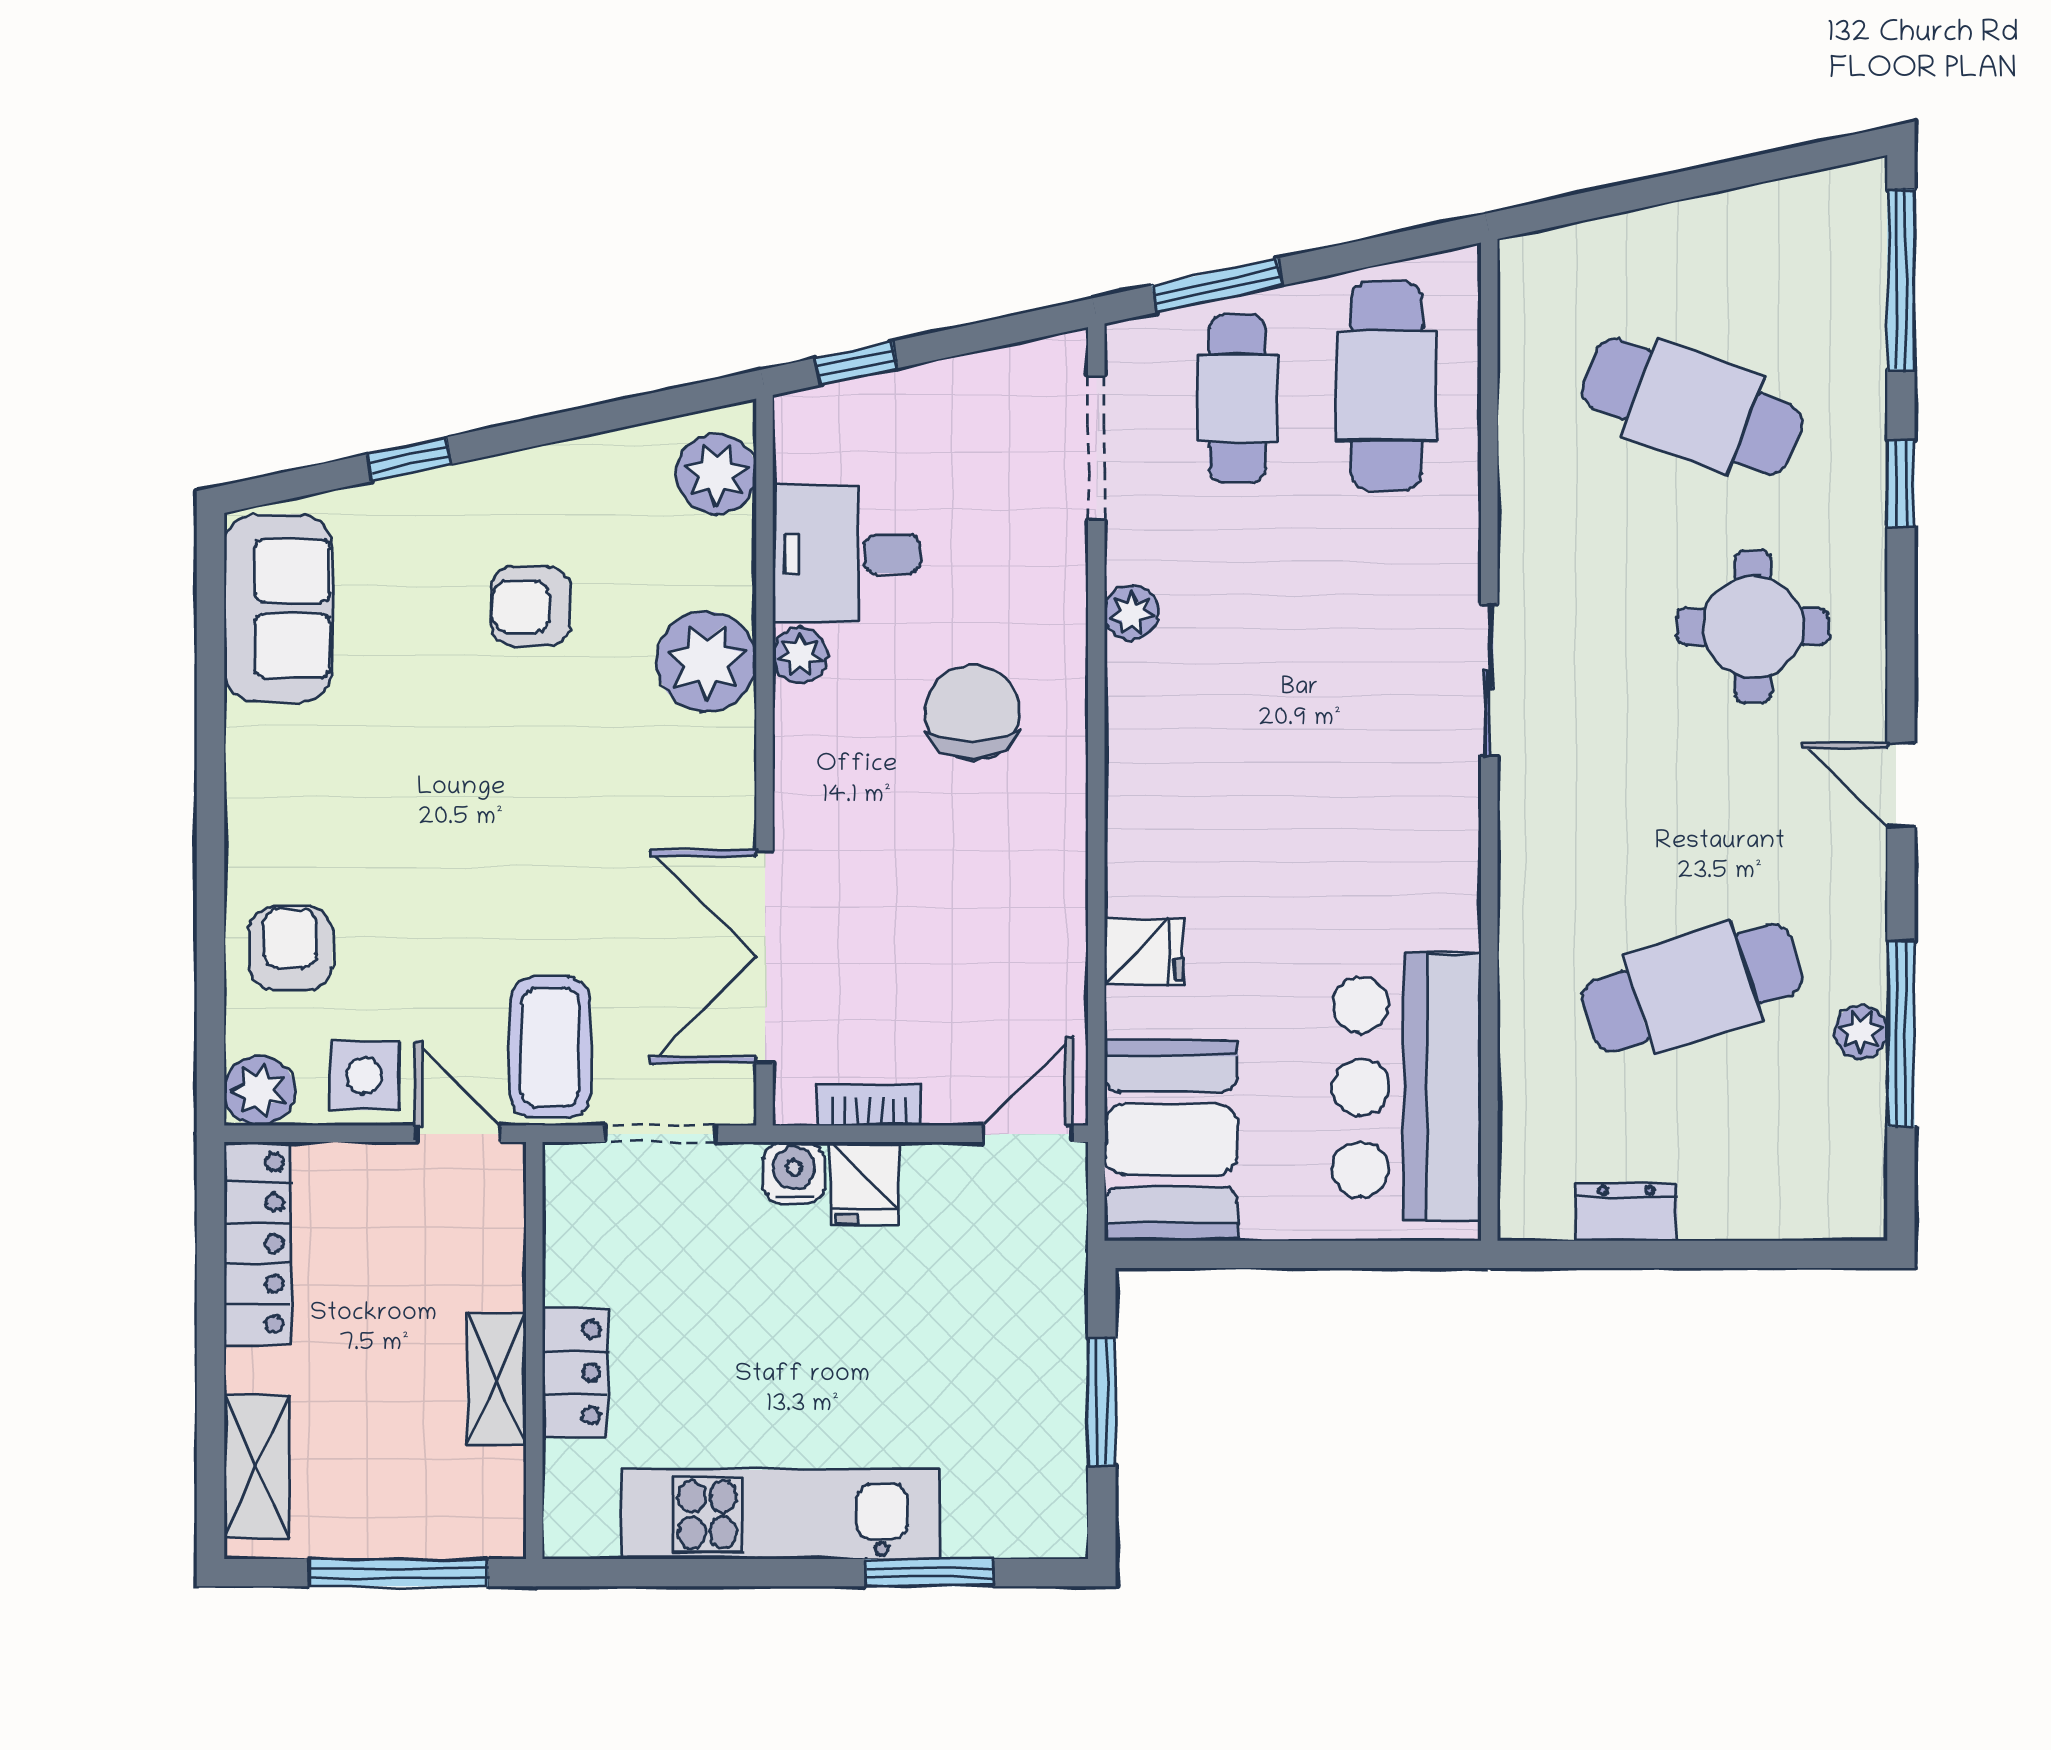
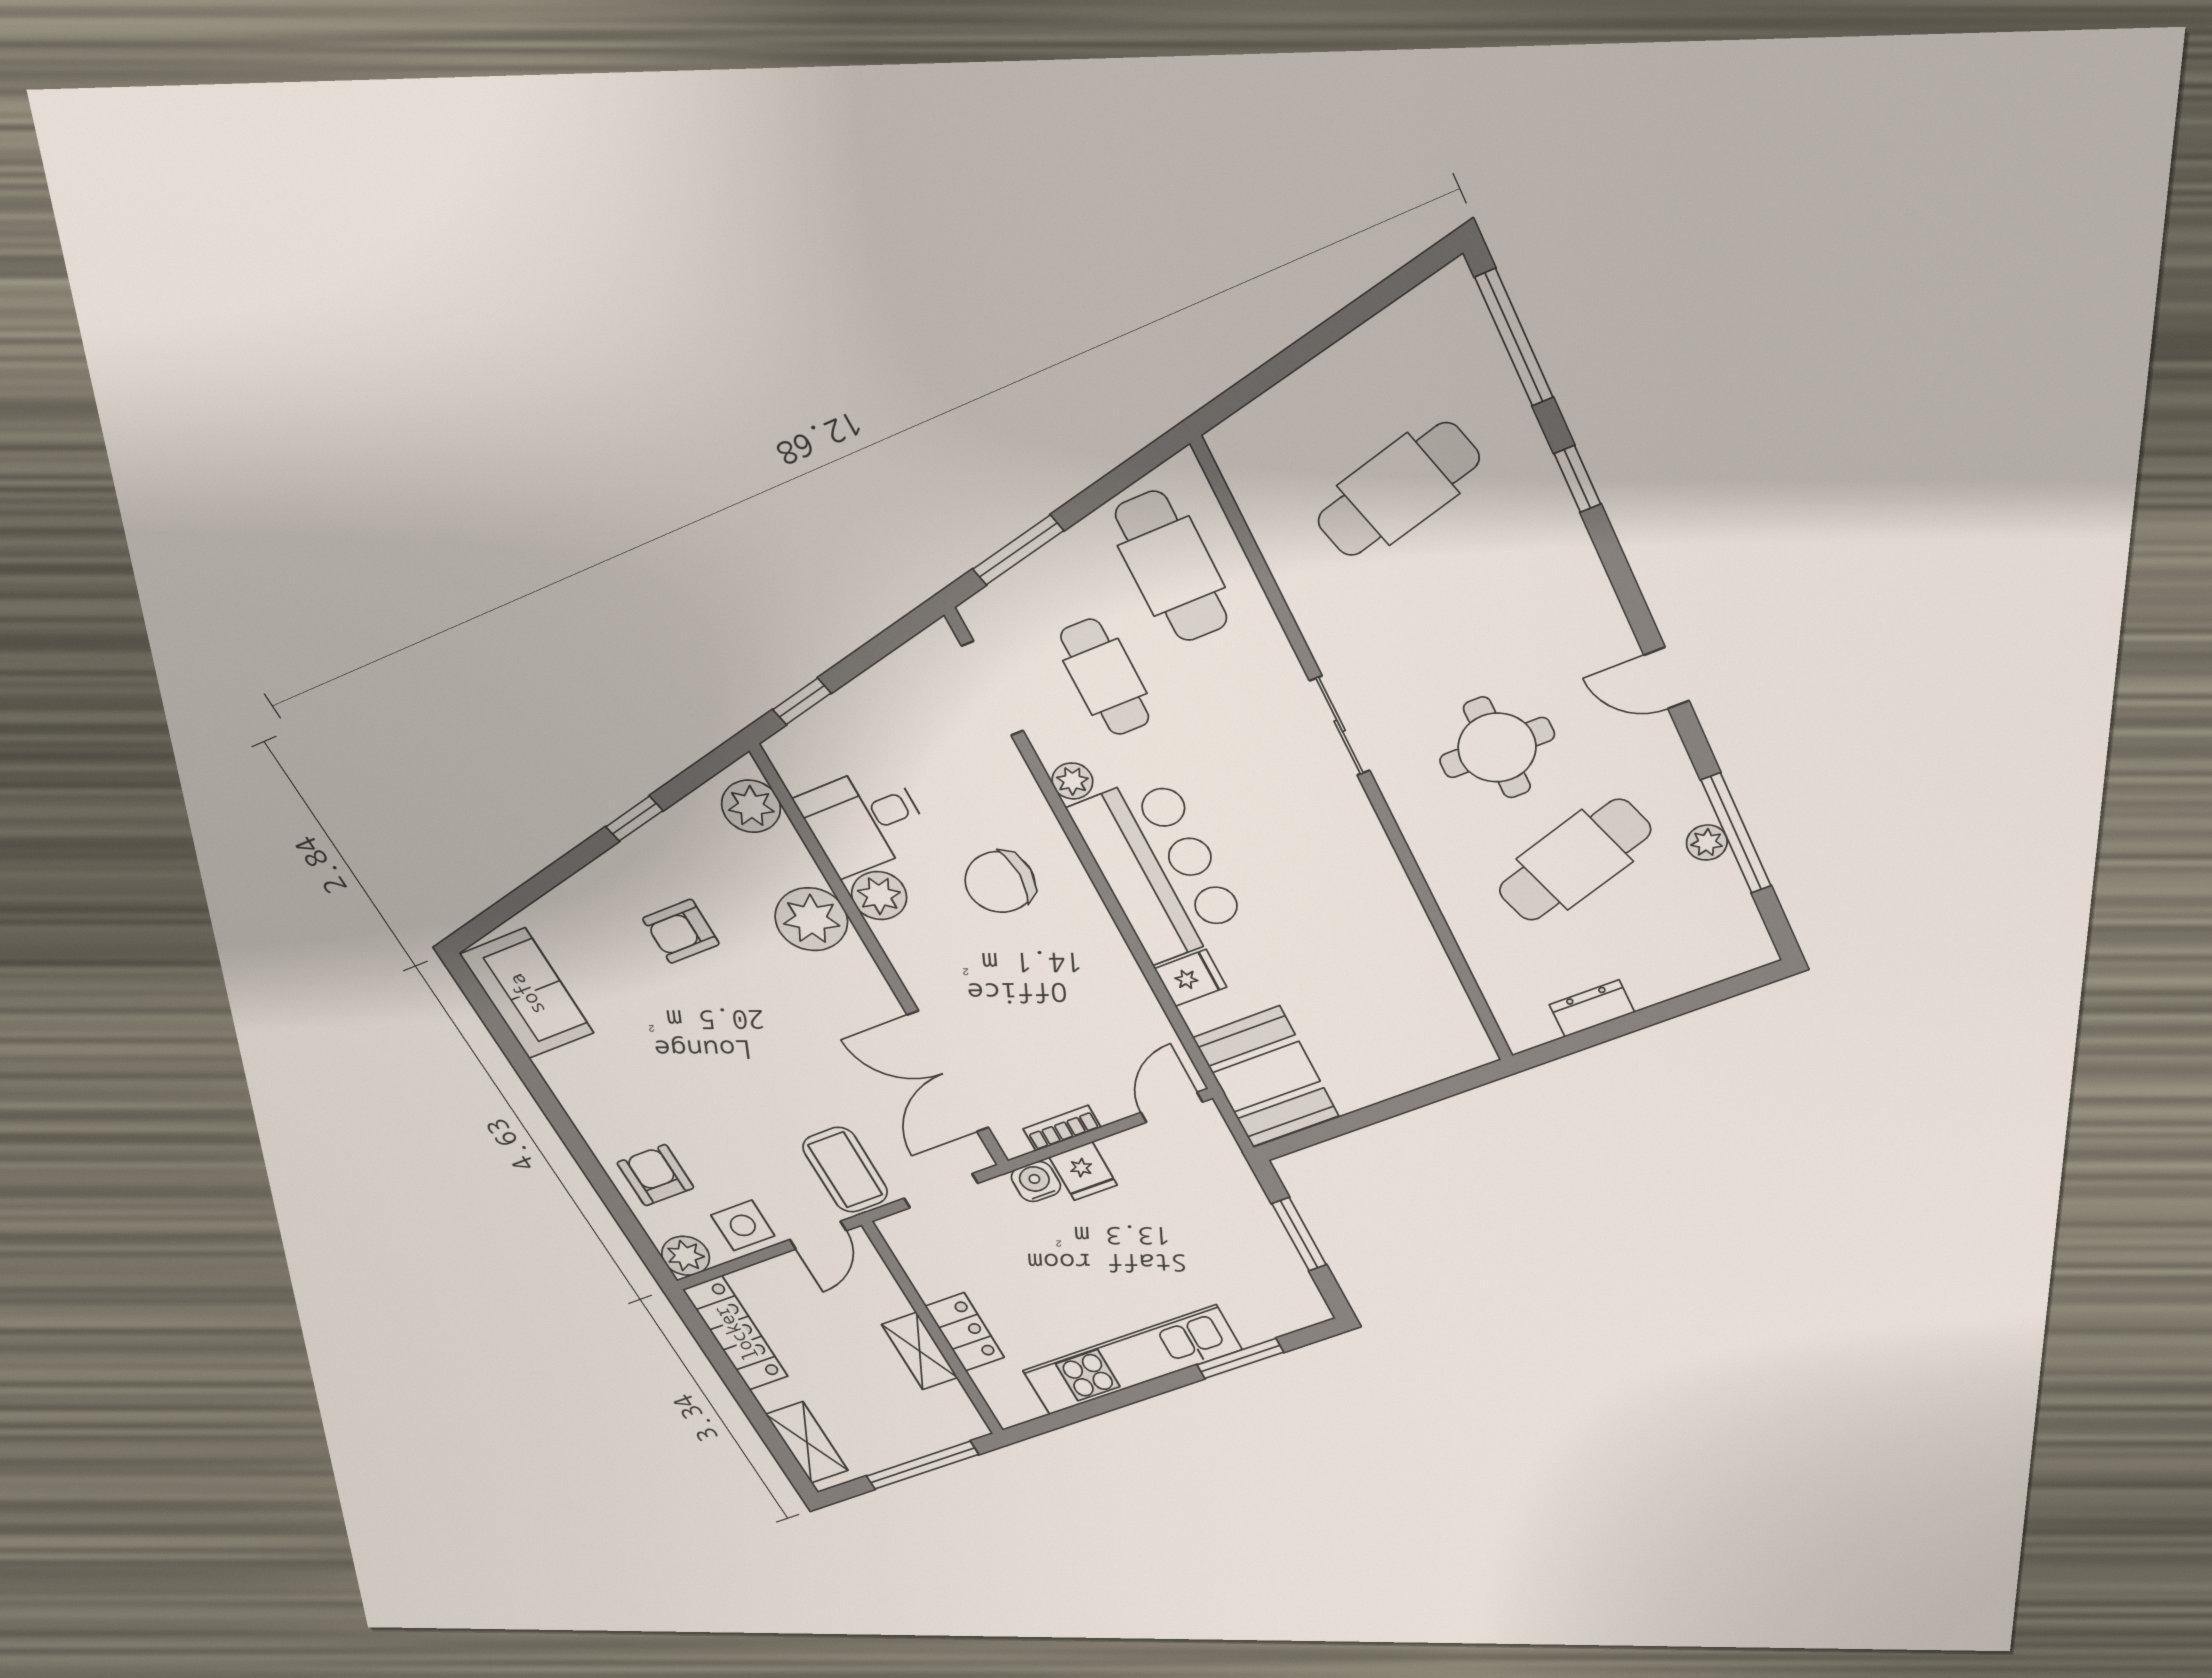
cafe table: (1237, 398) -> (1105, 677), moved
cafe table: (1692, 406) -> (1398, 489), turned -36
window: (409, 459) -> (634, 819), moved
round table: (1753, 627) -> (1497, 748), moved
plant: (800, 655) -> (879, 896), width x1.38, depth x1.38
chair: (972, 712) -> (1000, 882), turned -88
bar counter: (1407, 1087) -> (1159, 869), moved, turned 180
door: (458, 1134) -> (818, 1235), swing flipped

